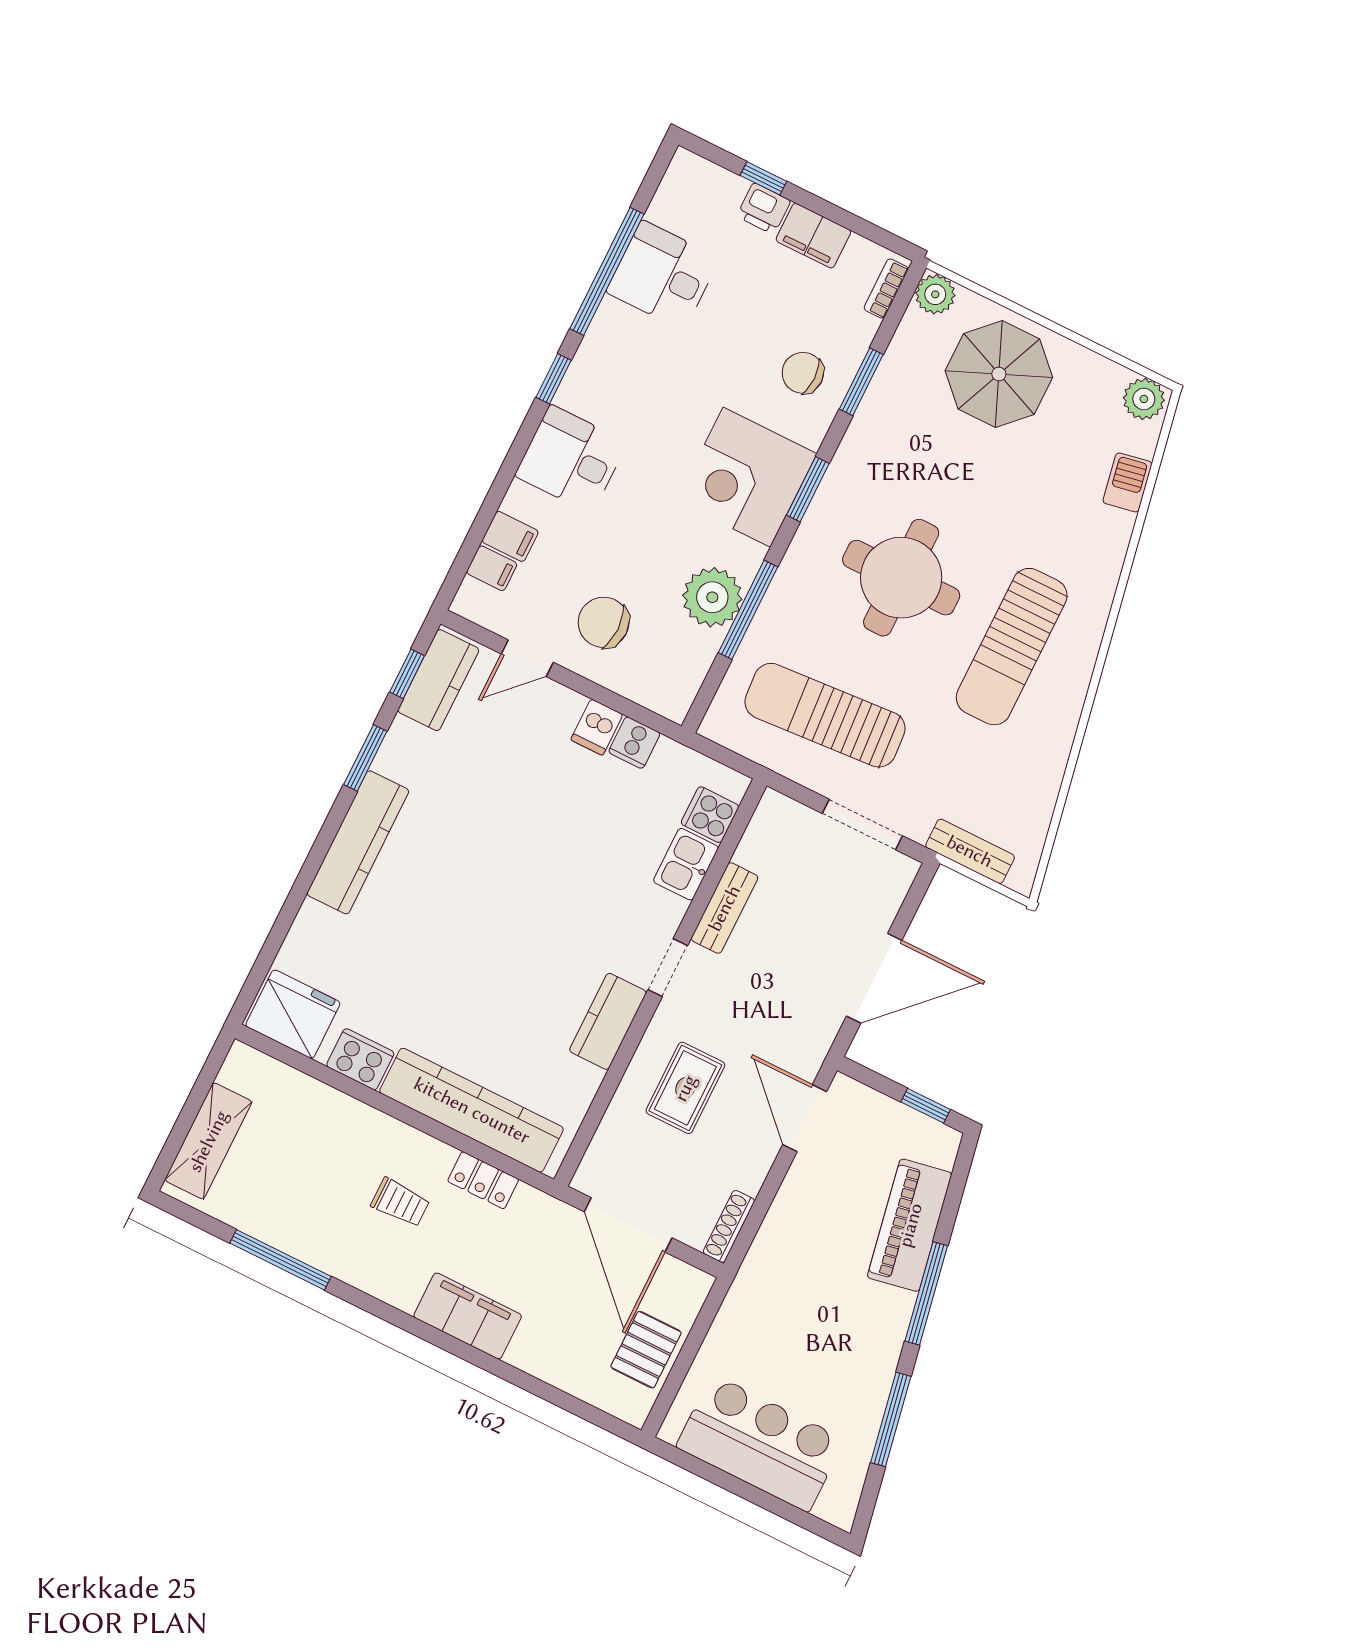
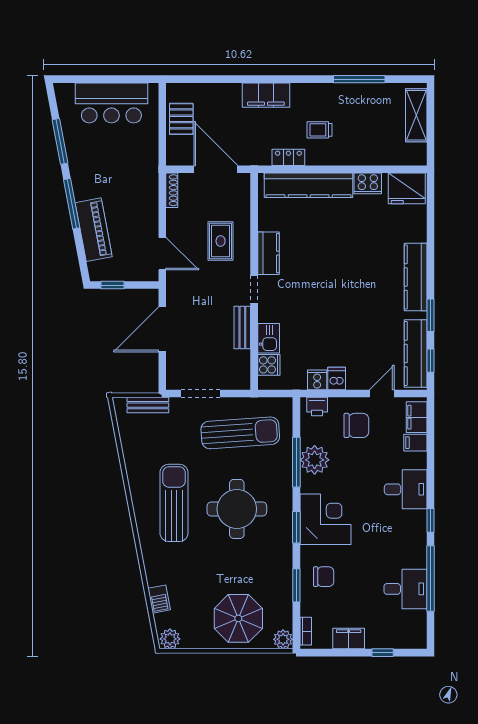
printer: (764, 209) -> (317, 406), moved, turned 180
filing cabinet: (492, 568) -> (417, 417), width x2.00
kitchen counter: (438, 680) -> (416, 354), width x1.50

